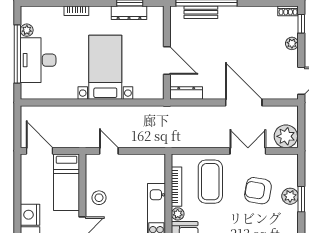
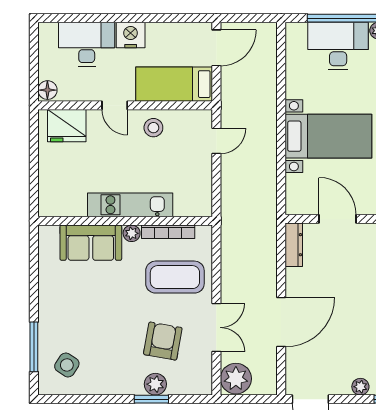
door: (167, 60) -> (338, 219), swing flipped

